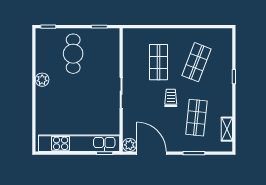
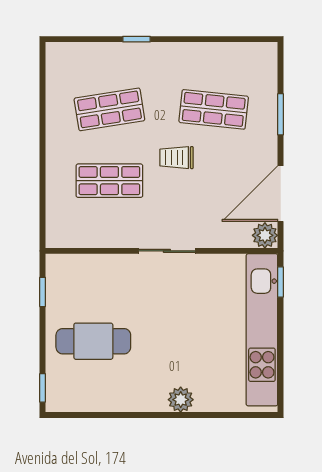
shop shelf: (196, 62) -> (109, 109), turned -30
plant: (42, 80) -> (181, 400), moved
shelving: (227, 129) -> (235, 52), removed

